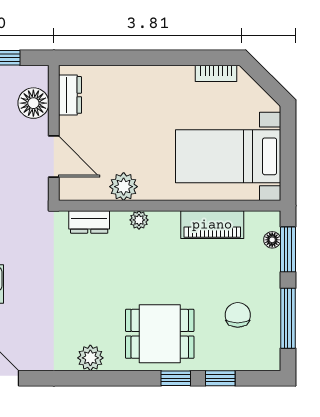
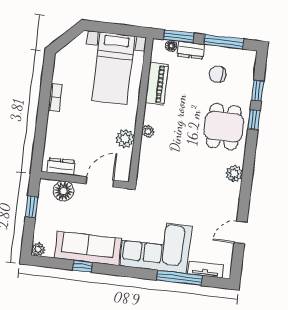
bookcase: (216, 73) -> (55, 97), moved
dresser: (89, 222) -> (191, 50), moved, turned 90

